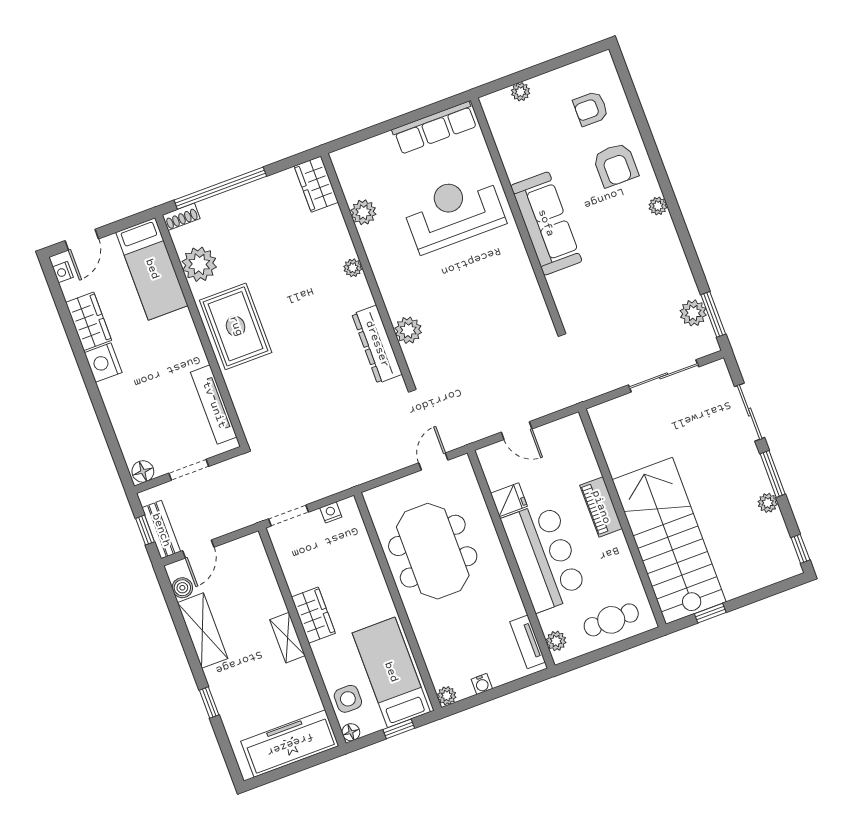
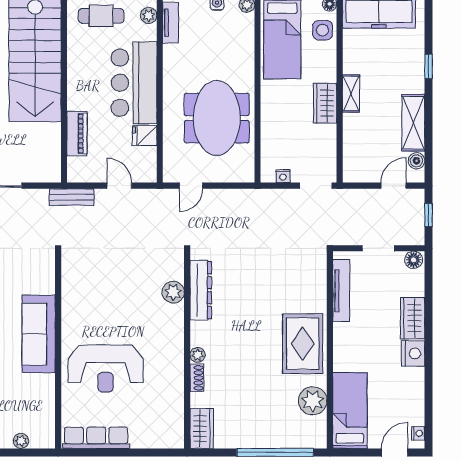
plant: (363, 212) -> (174, 394), removed
shoe rack: (181, 217) -> (197, 378), moved, turned 90
wardrobe: (89, 321) -> (413, 318), moved
piano: (601, 507) -> (77, 134), moved
bench: (161, 530) -> (72, 197), moved, turned 90

